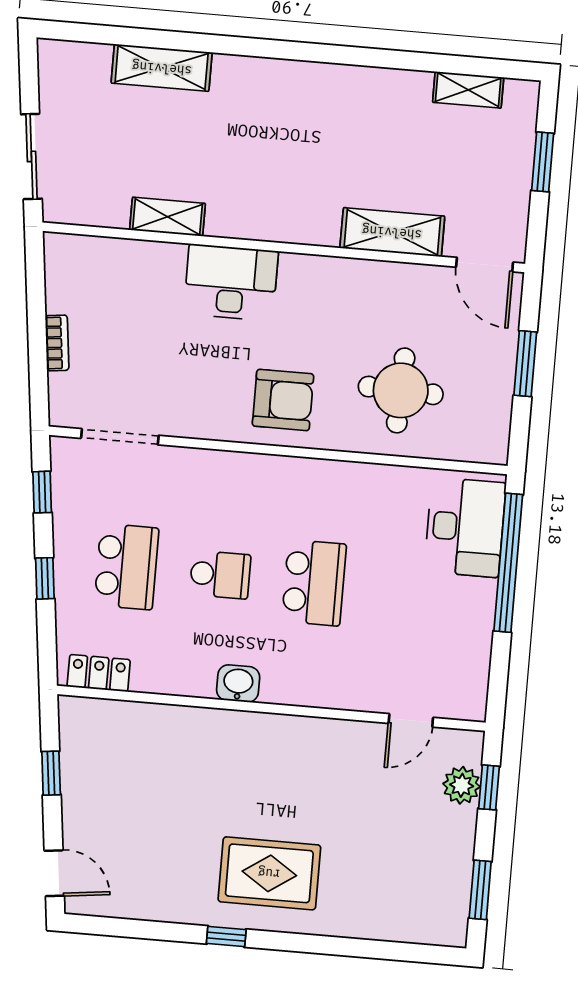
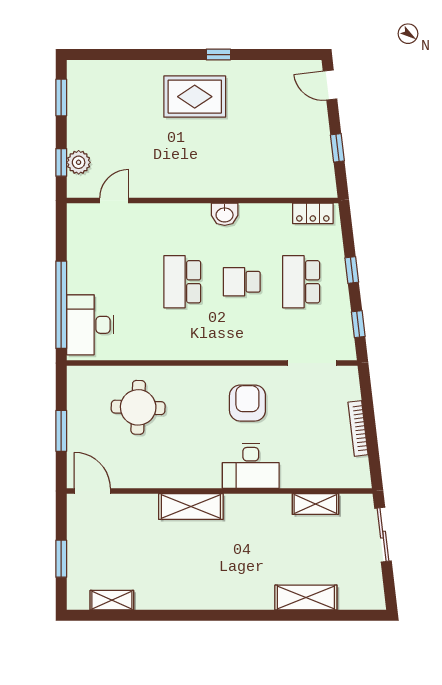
shelving: (168, 217) -> (315, 504), moved
shelving: (392, 232) -> (191, 506), moved
bookcase: (57, 343) -> (358, 428), width x1.56
armchair: (283, 400) -> (247, 403), moved, turned 90

